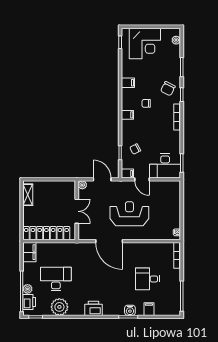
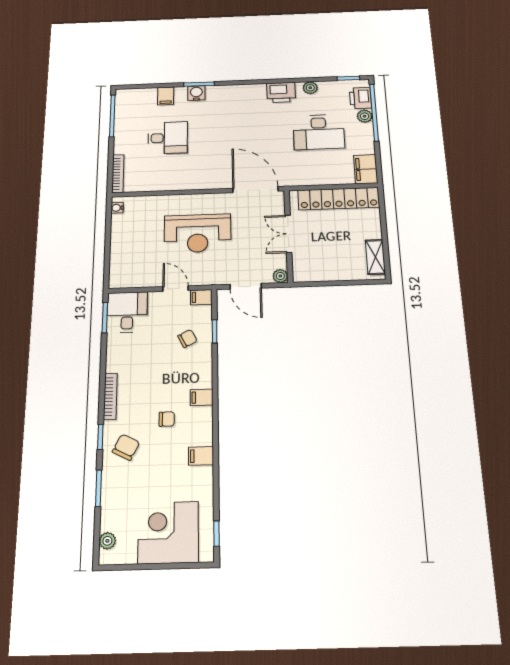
desk: (165, 166) -> (127, 312), width x0.73
door: (109, 241) -> (255, 190), moved
plant: (59, 307) -> (310, 88), width x0.53, depth x0.53
printer: (94, 308) -> (281, 92), moved

